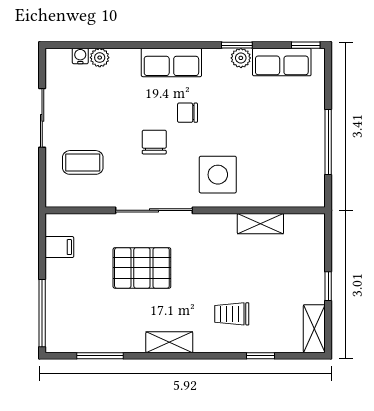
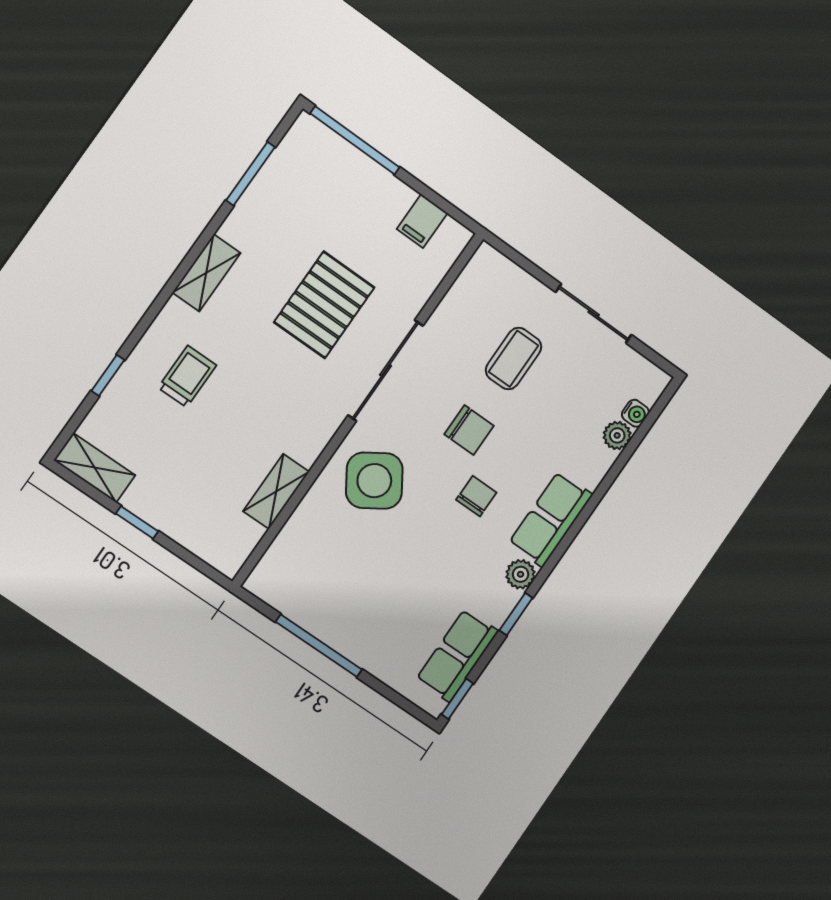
plant: (241, 58) -> (521, 574), moved
coffee table: (83, 162) -> (514, 359), moved
side table: (218, 175) -> (374, 481), turned -33

